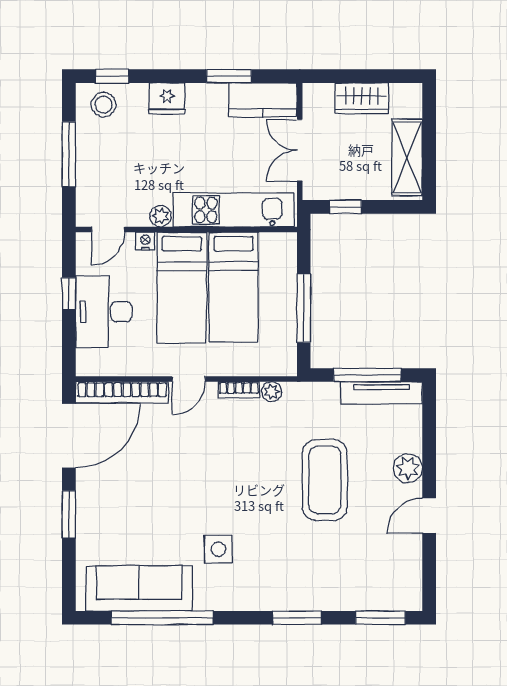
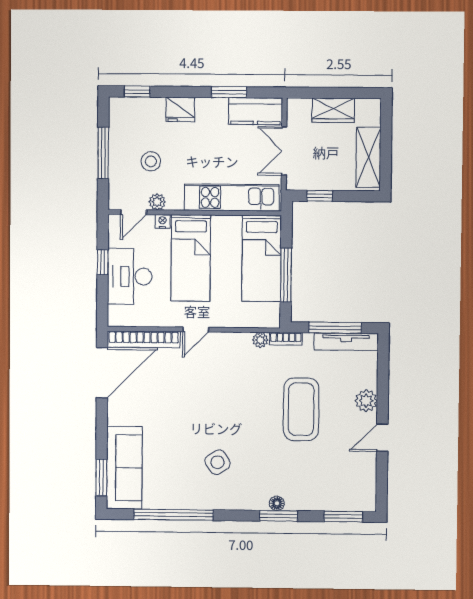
stool: (104, 105) -> (151, 161), moved
plant: (160, 216) -> (157, 202), moved
bed: (234, 287) -> (262, 258), moved
bookcase: (239, 390) -> (286, 339), moved
window: (69, 514) -> (101, 478), moved
side table: (218, 549) -> (218, 462), turned -33
sofa: (139, 588) -> (124, 468), moved, turned 90
floor lamp: (295, 602) -> (277, 503), added

